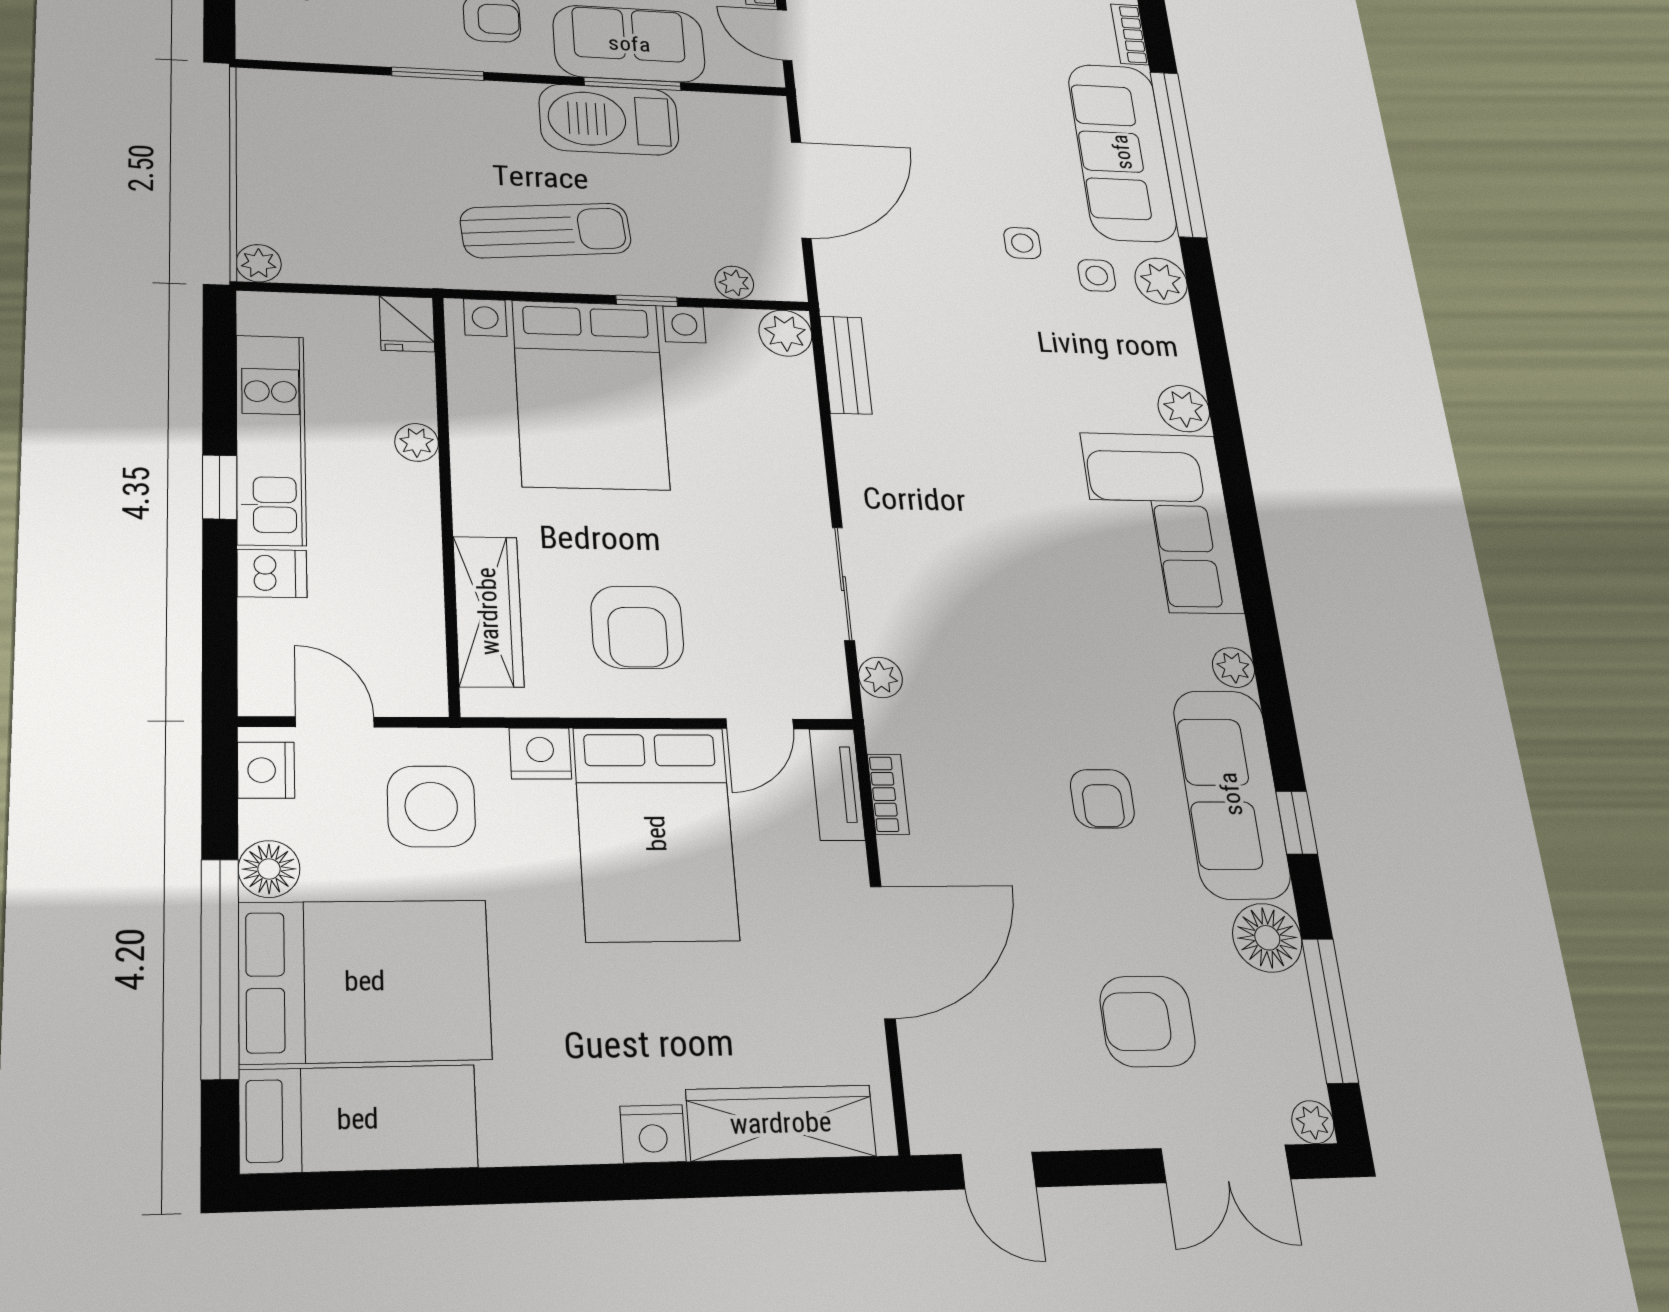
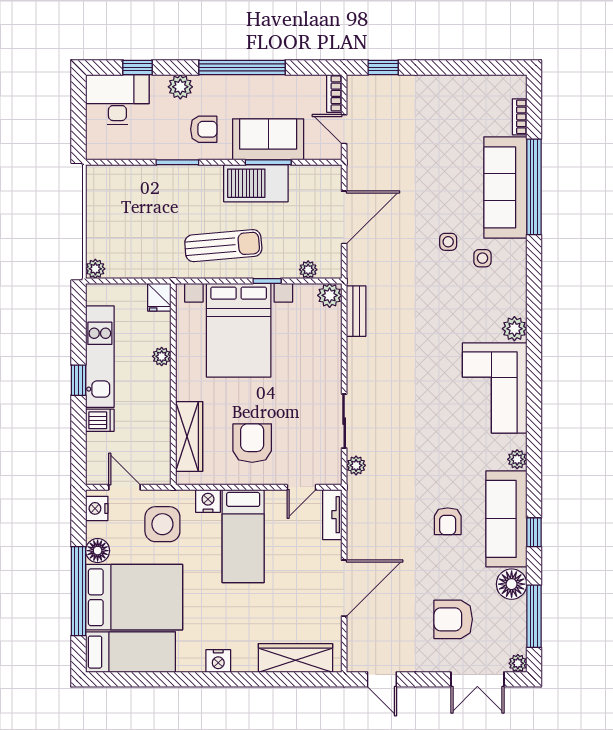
plant: (1161, 281) -> (514, 260), removed
armchair: (637, 627) -> (252, 443), turned 180
bookcase: (888, 794) -> (354, 519), removed
bed: (656, 833) -> (243, 536), width x0.67
nightstand: (653, 1134) -> (218, 661), moved

